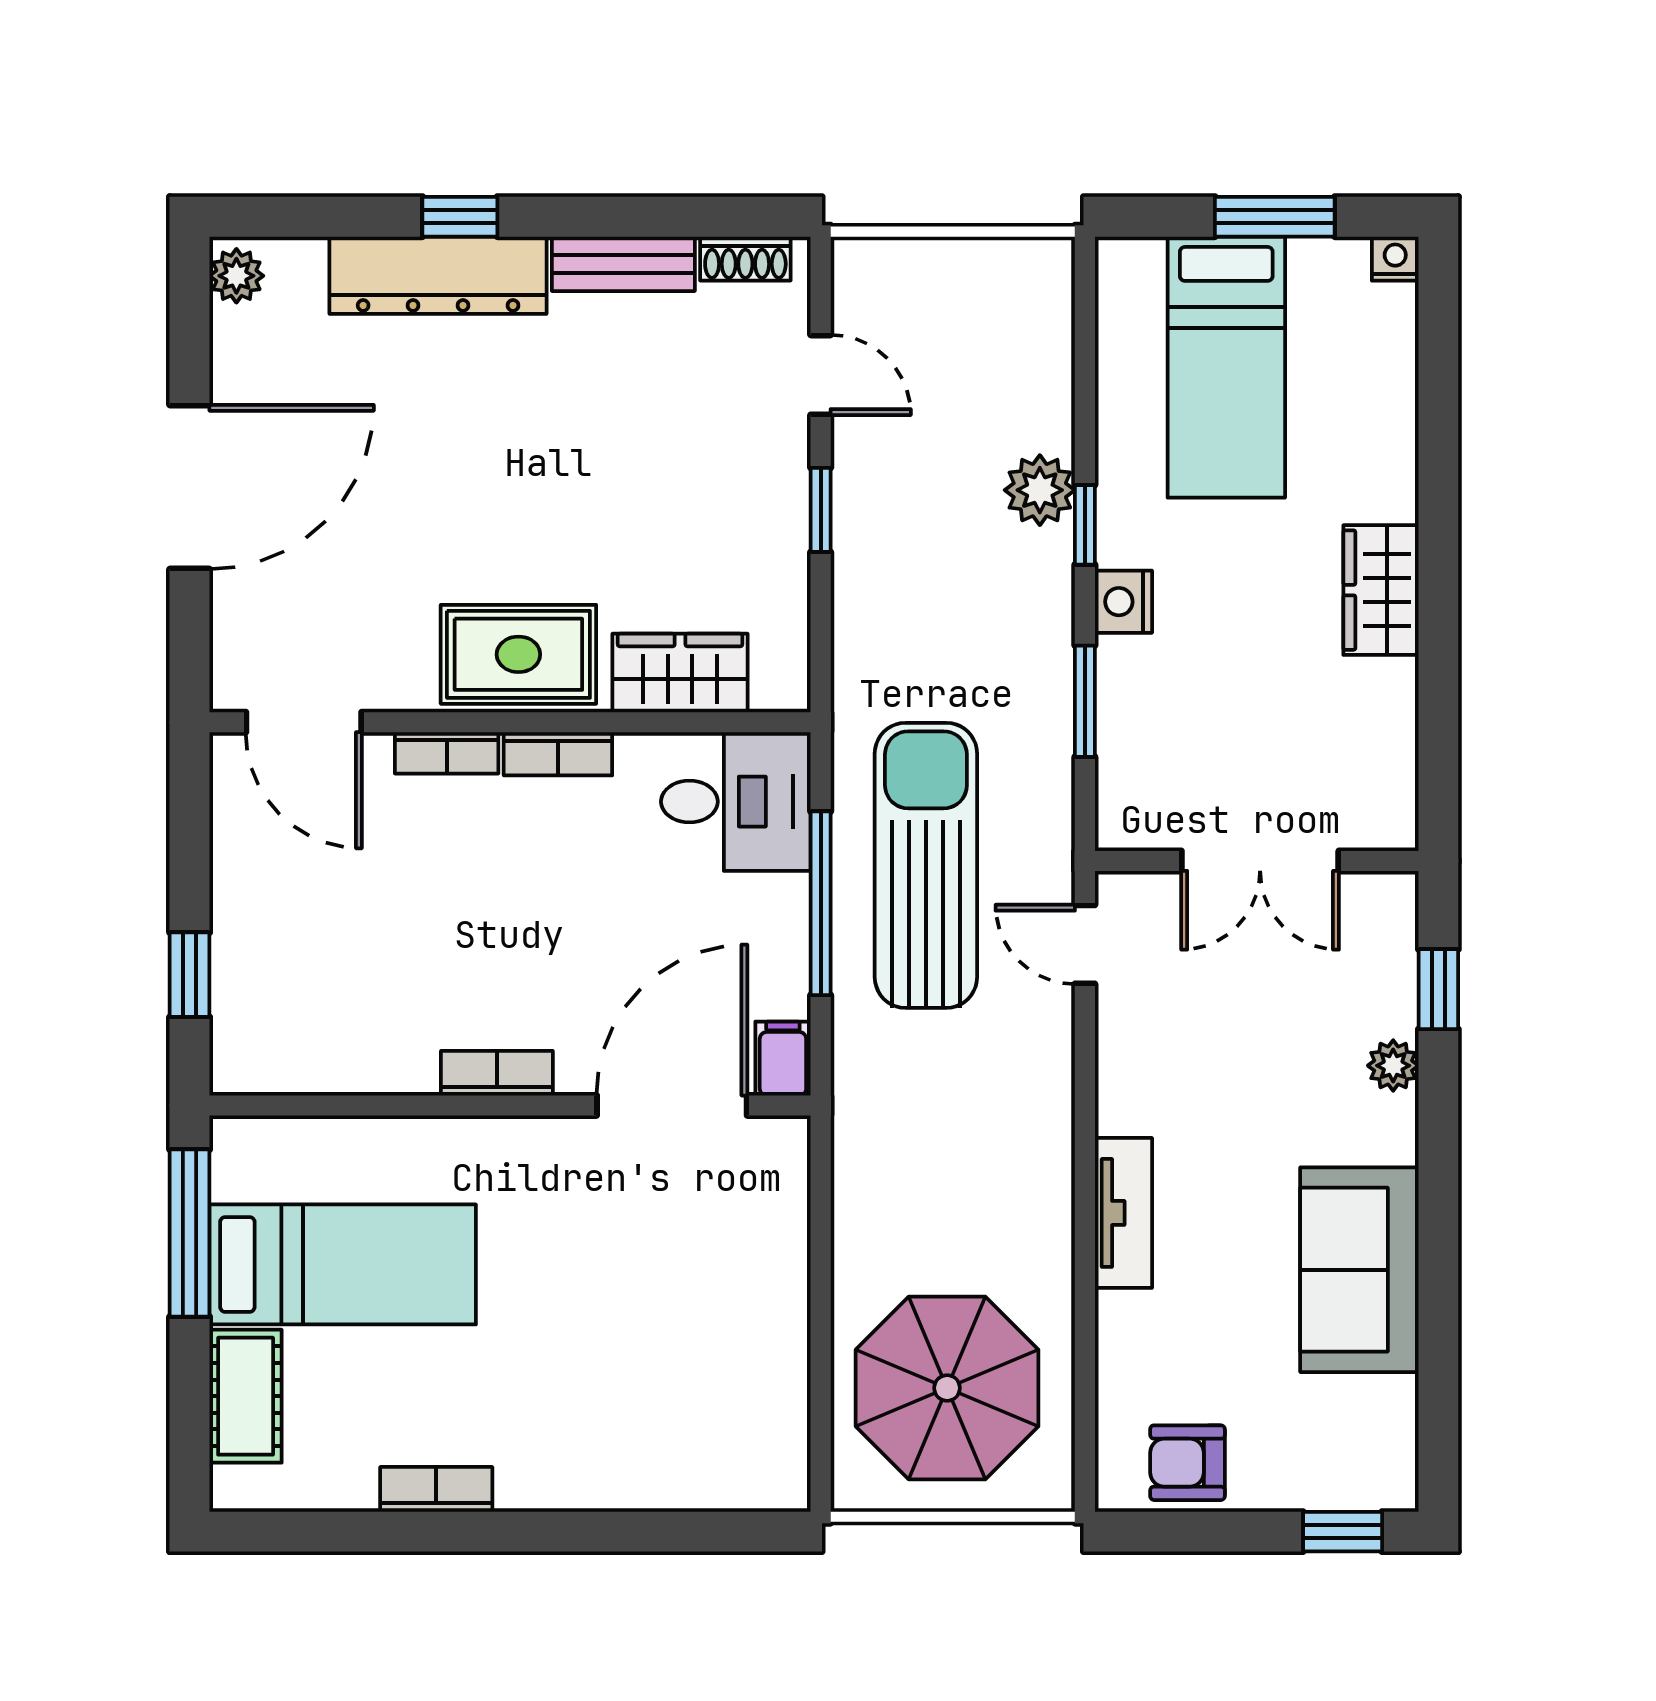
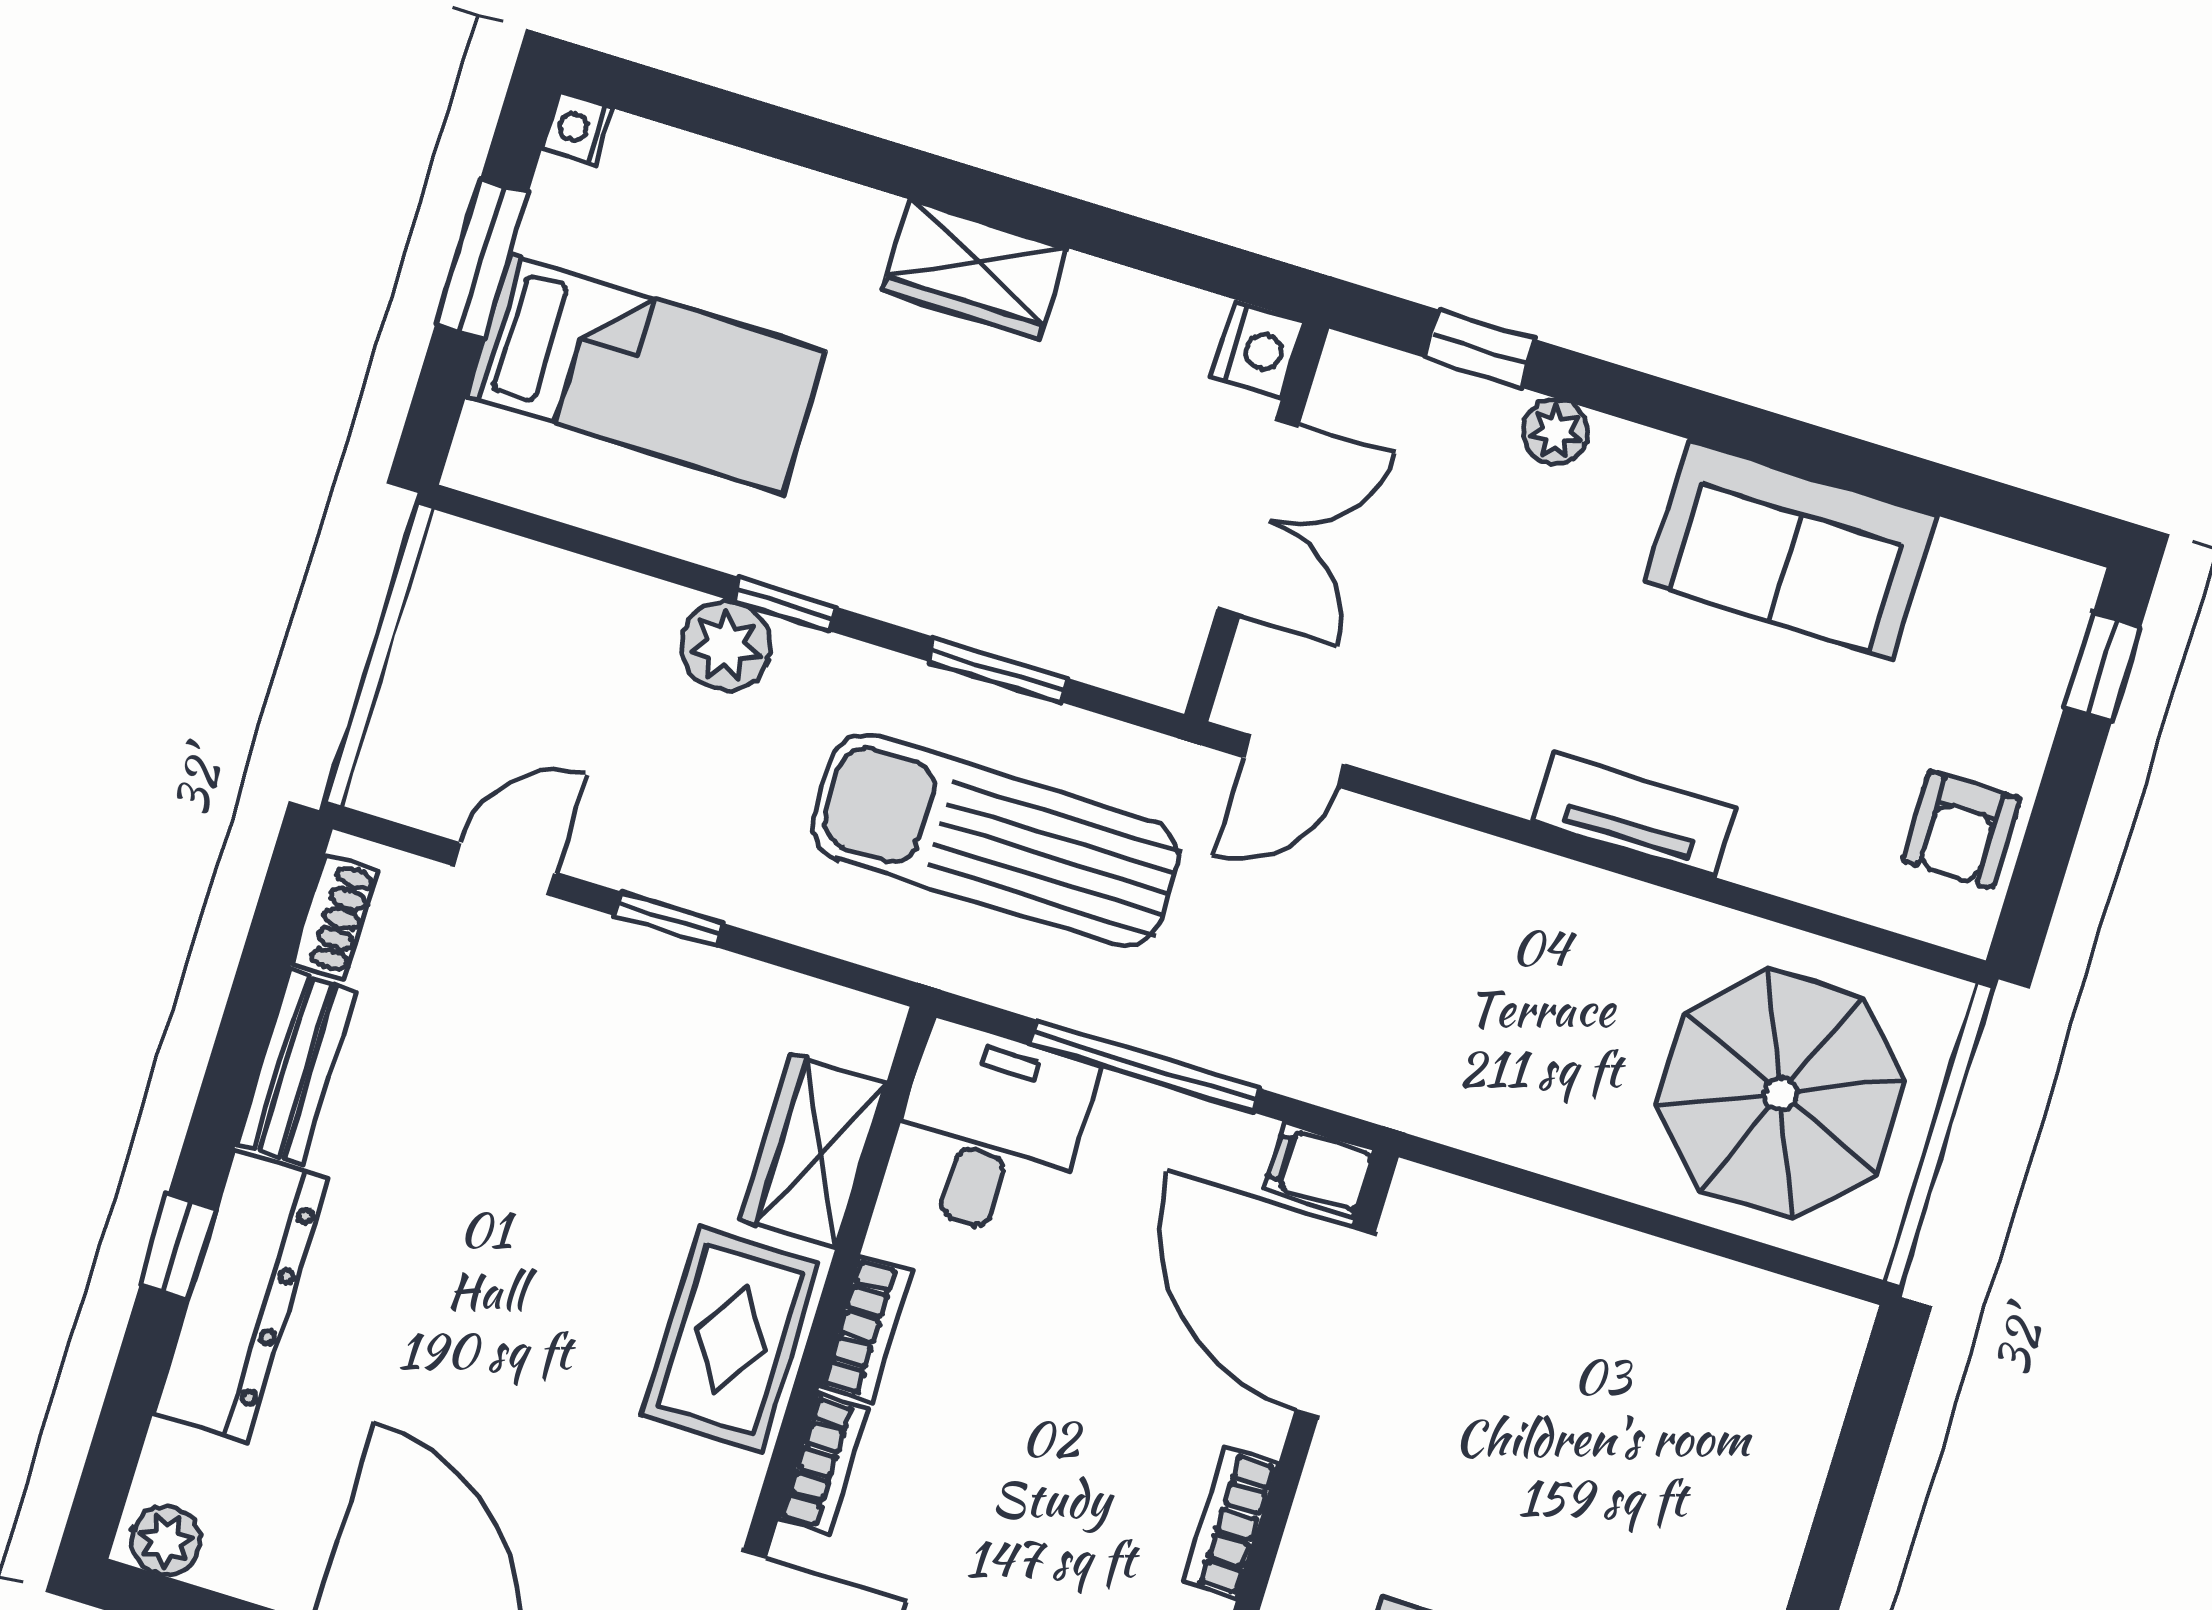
nightstand: (1123, 602) -> (1258, 350), moved, turned -90
sun lounger: (926, 865) -> (995, 840), moved

